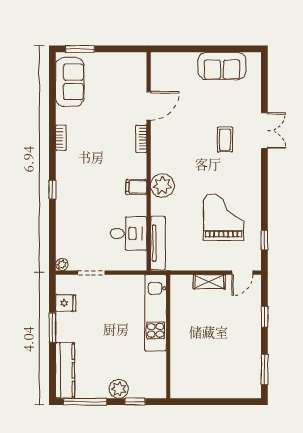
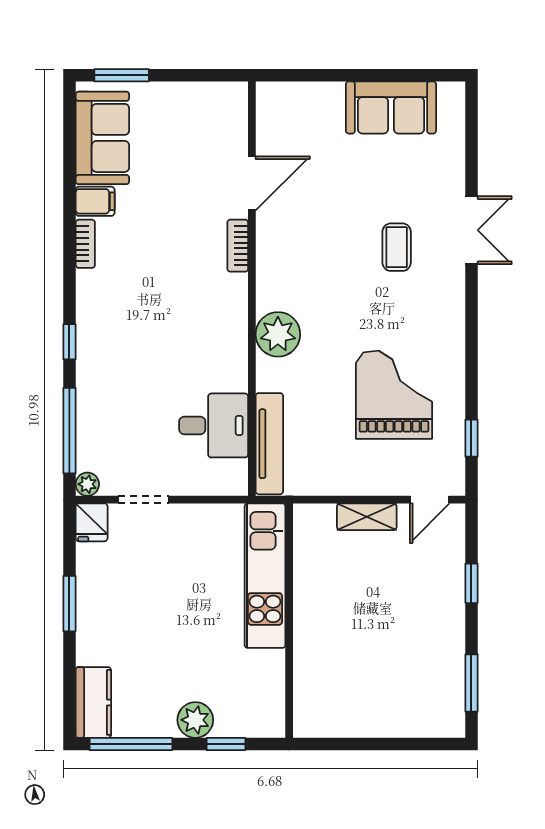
filing cabinet: (136, 187) -> (95, 201), moved, turned 180
window: (52, 236) -> (69, 431), added
fridge: (66, 303) -> (92, 522), moved, turned 90
kitchen counter: (65, 370) -> (93, 702), width x0.67

